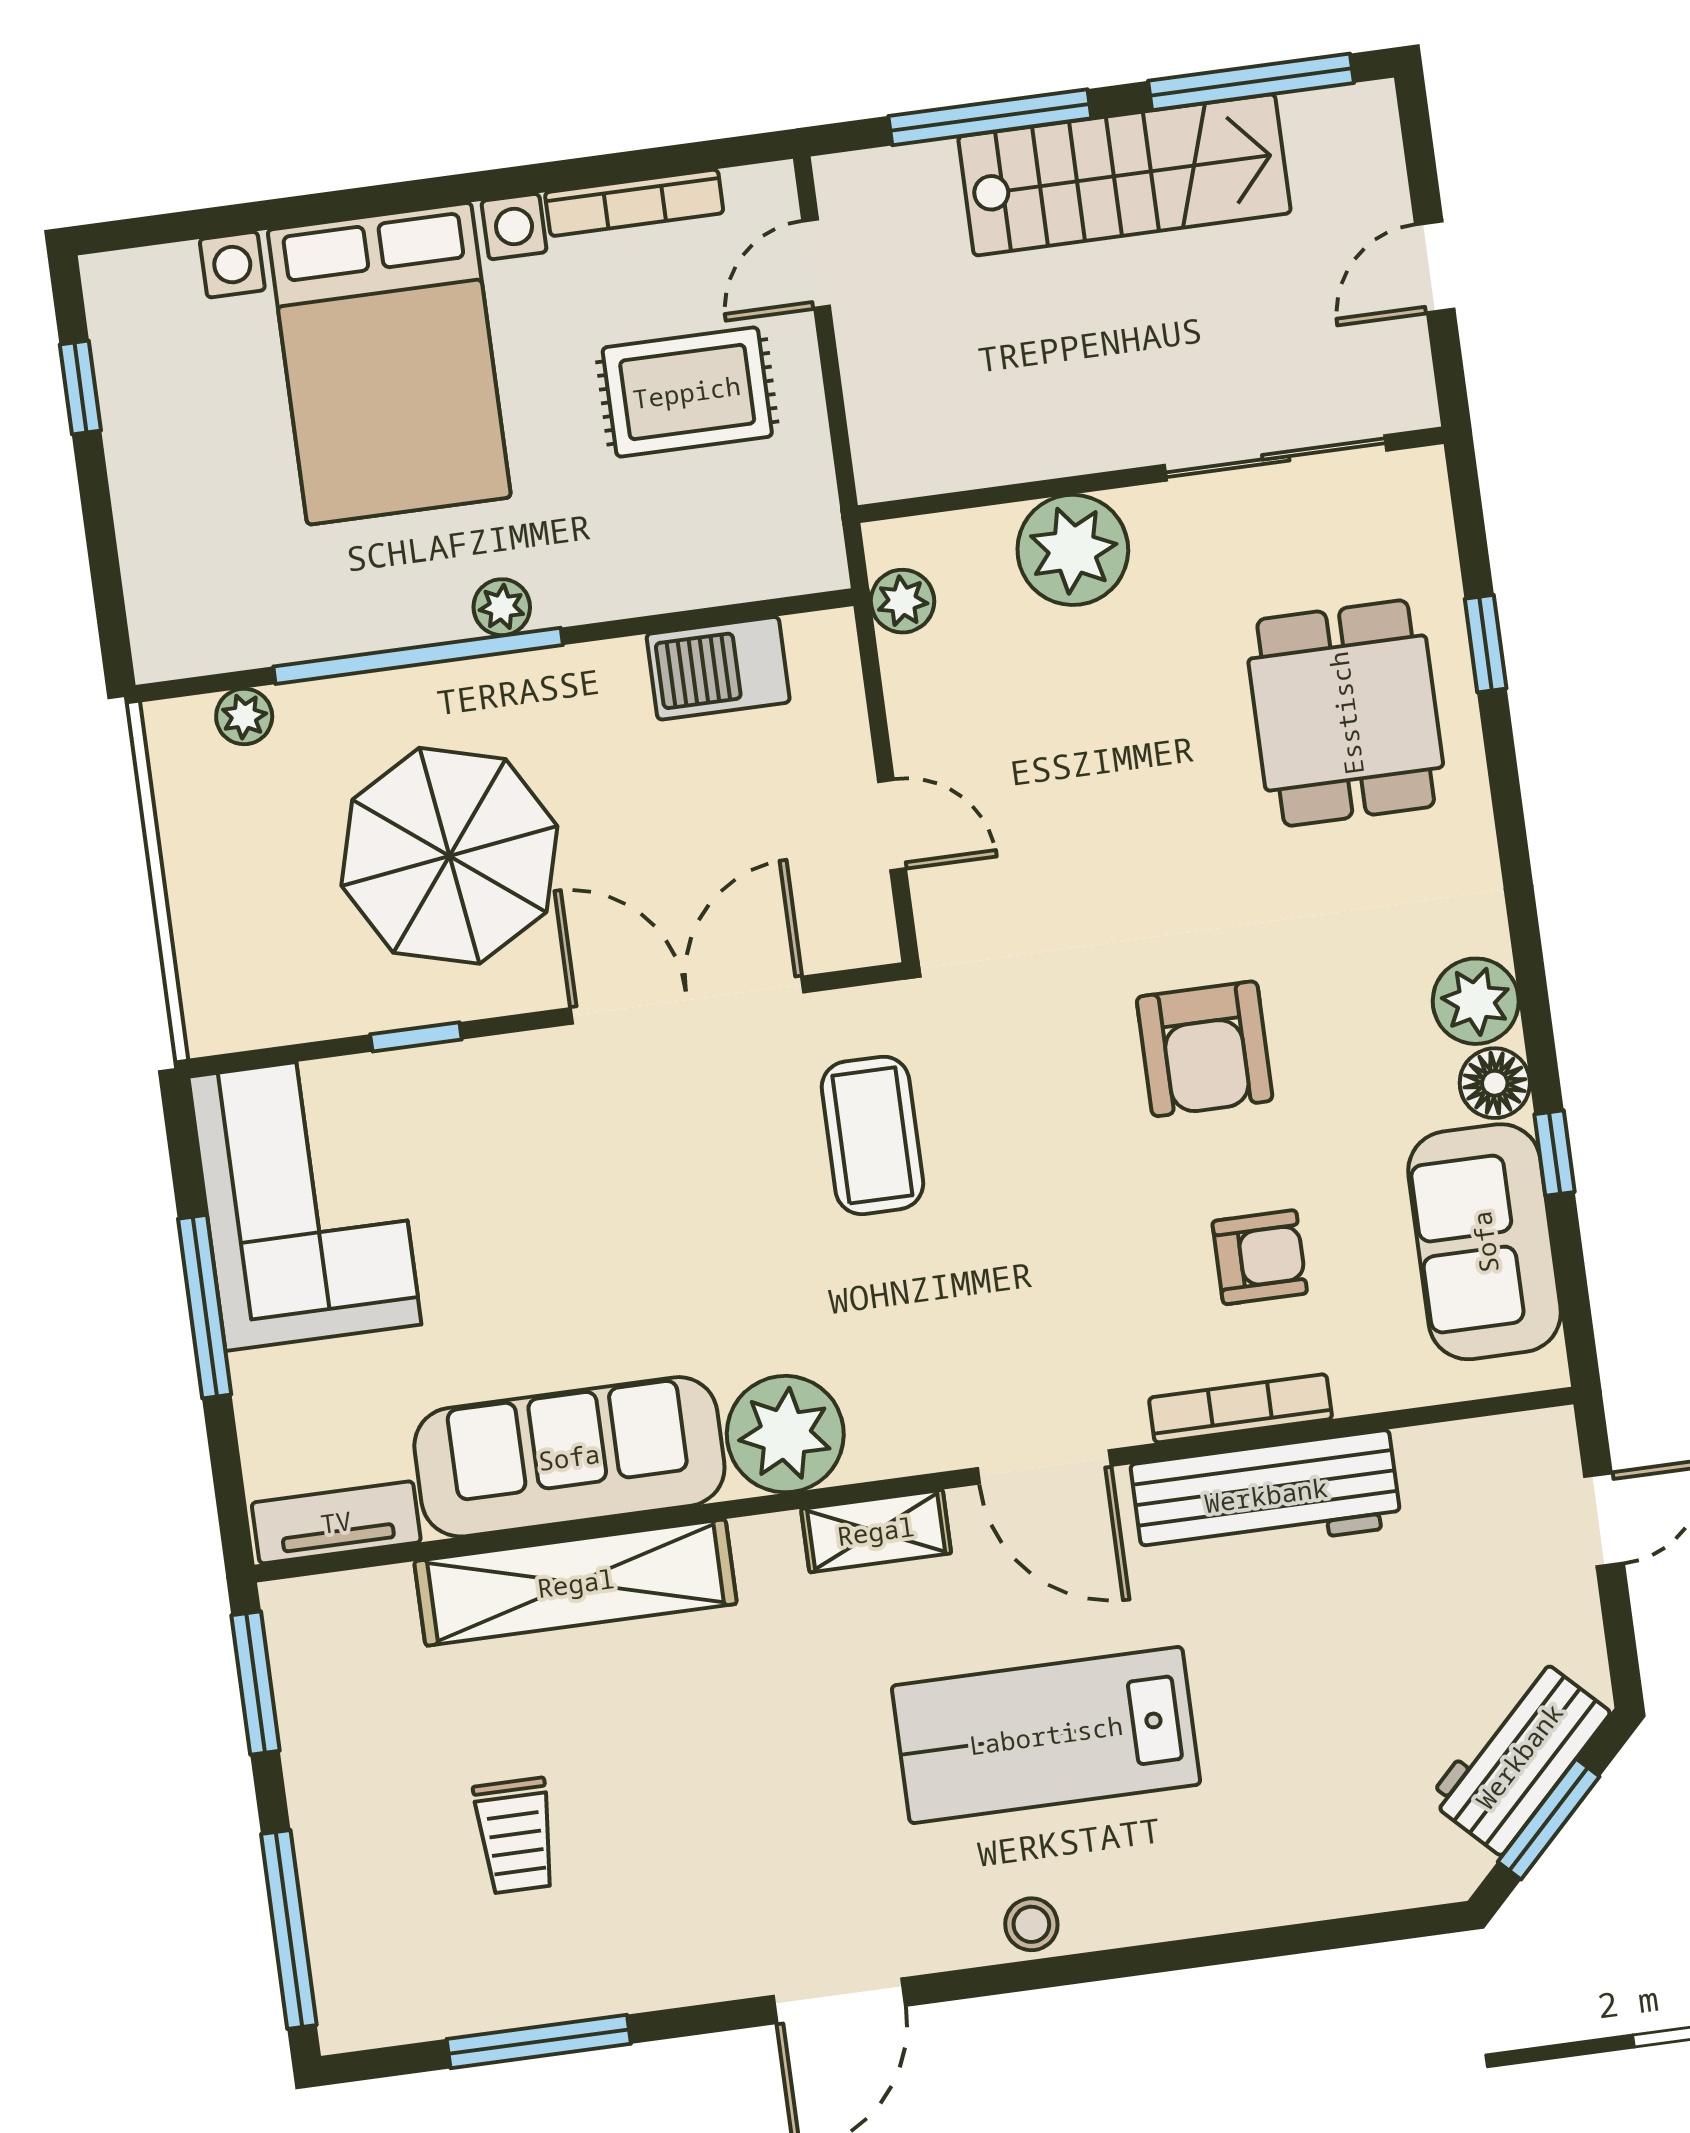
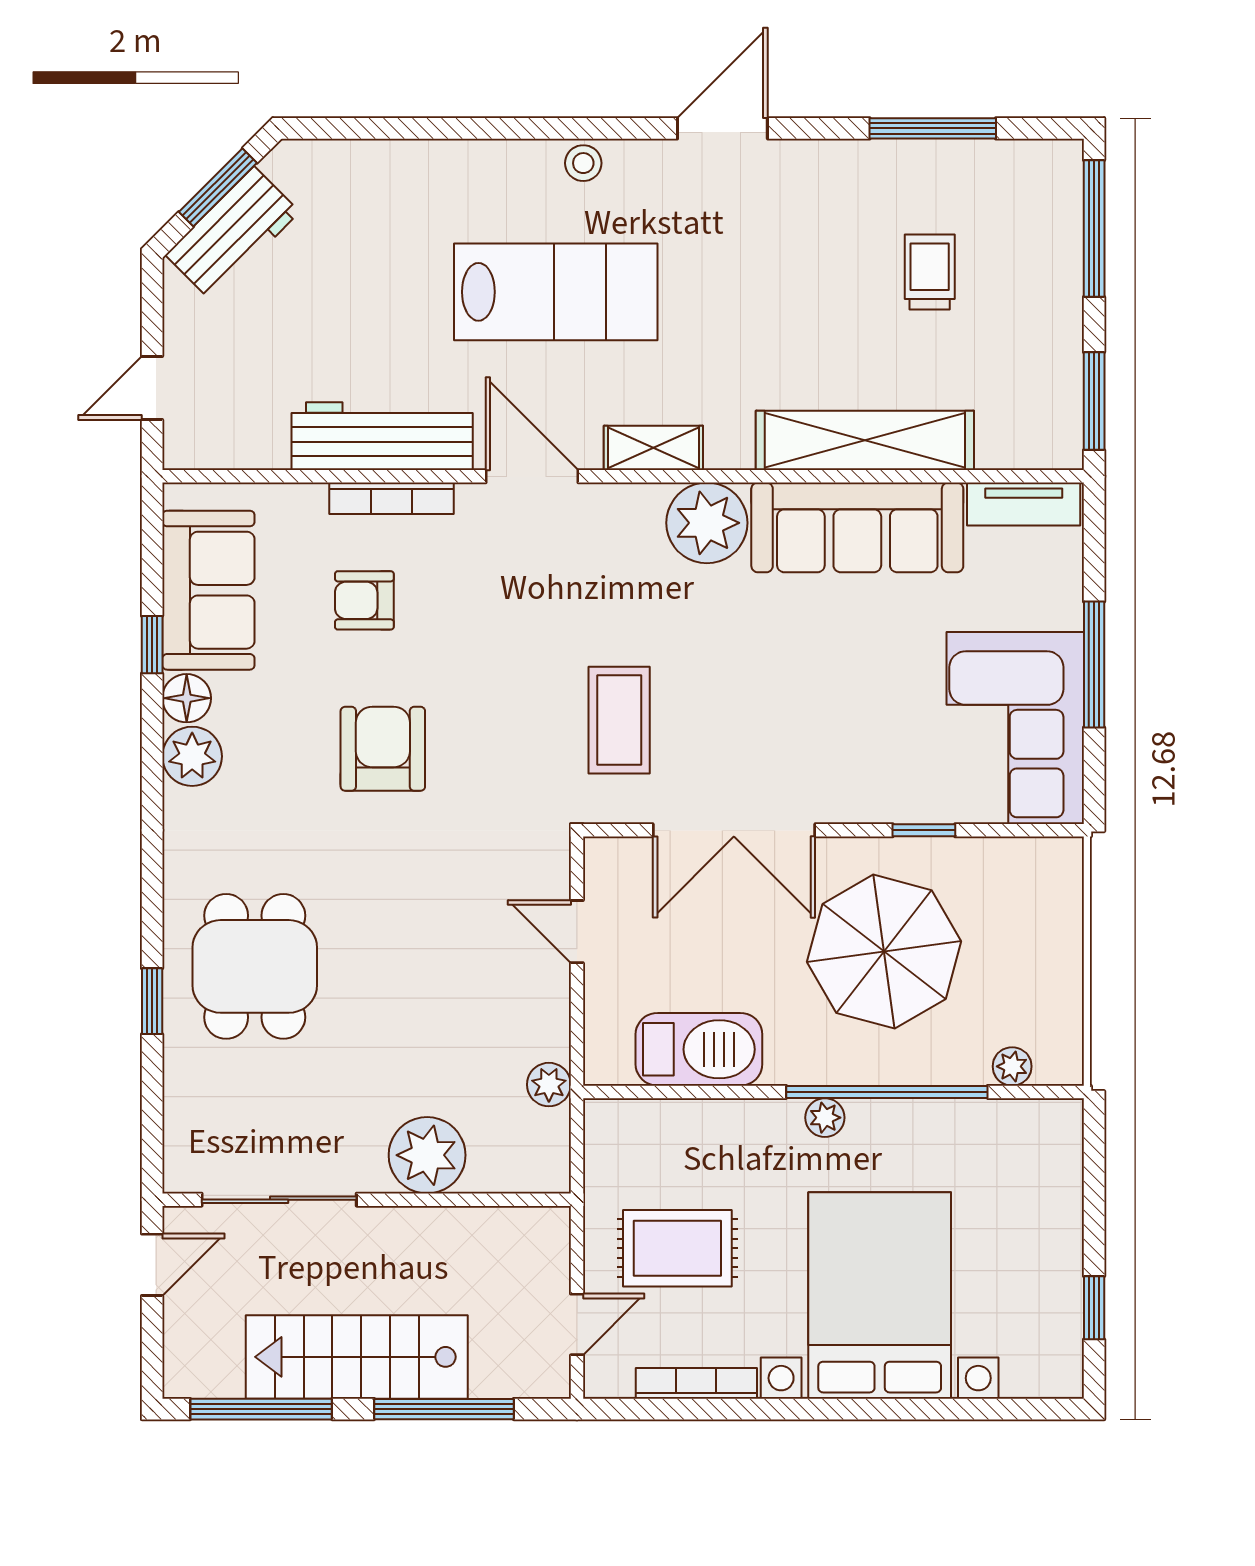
sliding door: (1276, 458) -> (279, 1200), moved
wall: (1151, 475) -> (367, 1200), moved
plant: (1073, 550) -> (427, 1155), moved
barbecue: (718, 668) -> (699, 1049), width x1.37, depth x1.21

